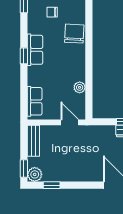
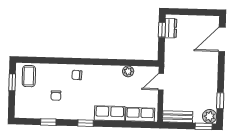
chair: (74, 34) -> (77, 75), width x0.54, depth x0.54
row of seats: (35, 50) -> (110, 113), moved
window: (24, 56) -> (86, 123), moved

